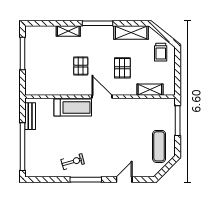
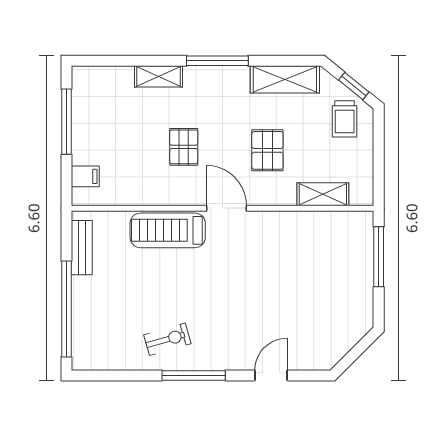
window: (165, 36) -> (354, 86), added
filing cabinet: (32, 81) -> (85, 176), added
treadmill: (73, 108) -> (168, 230), turned 180
exercise mat: (159, 146) -> (341, 309), removed

